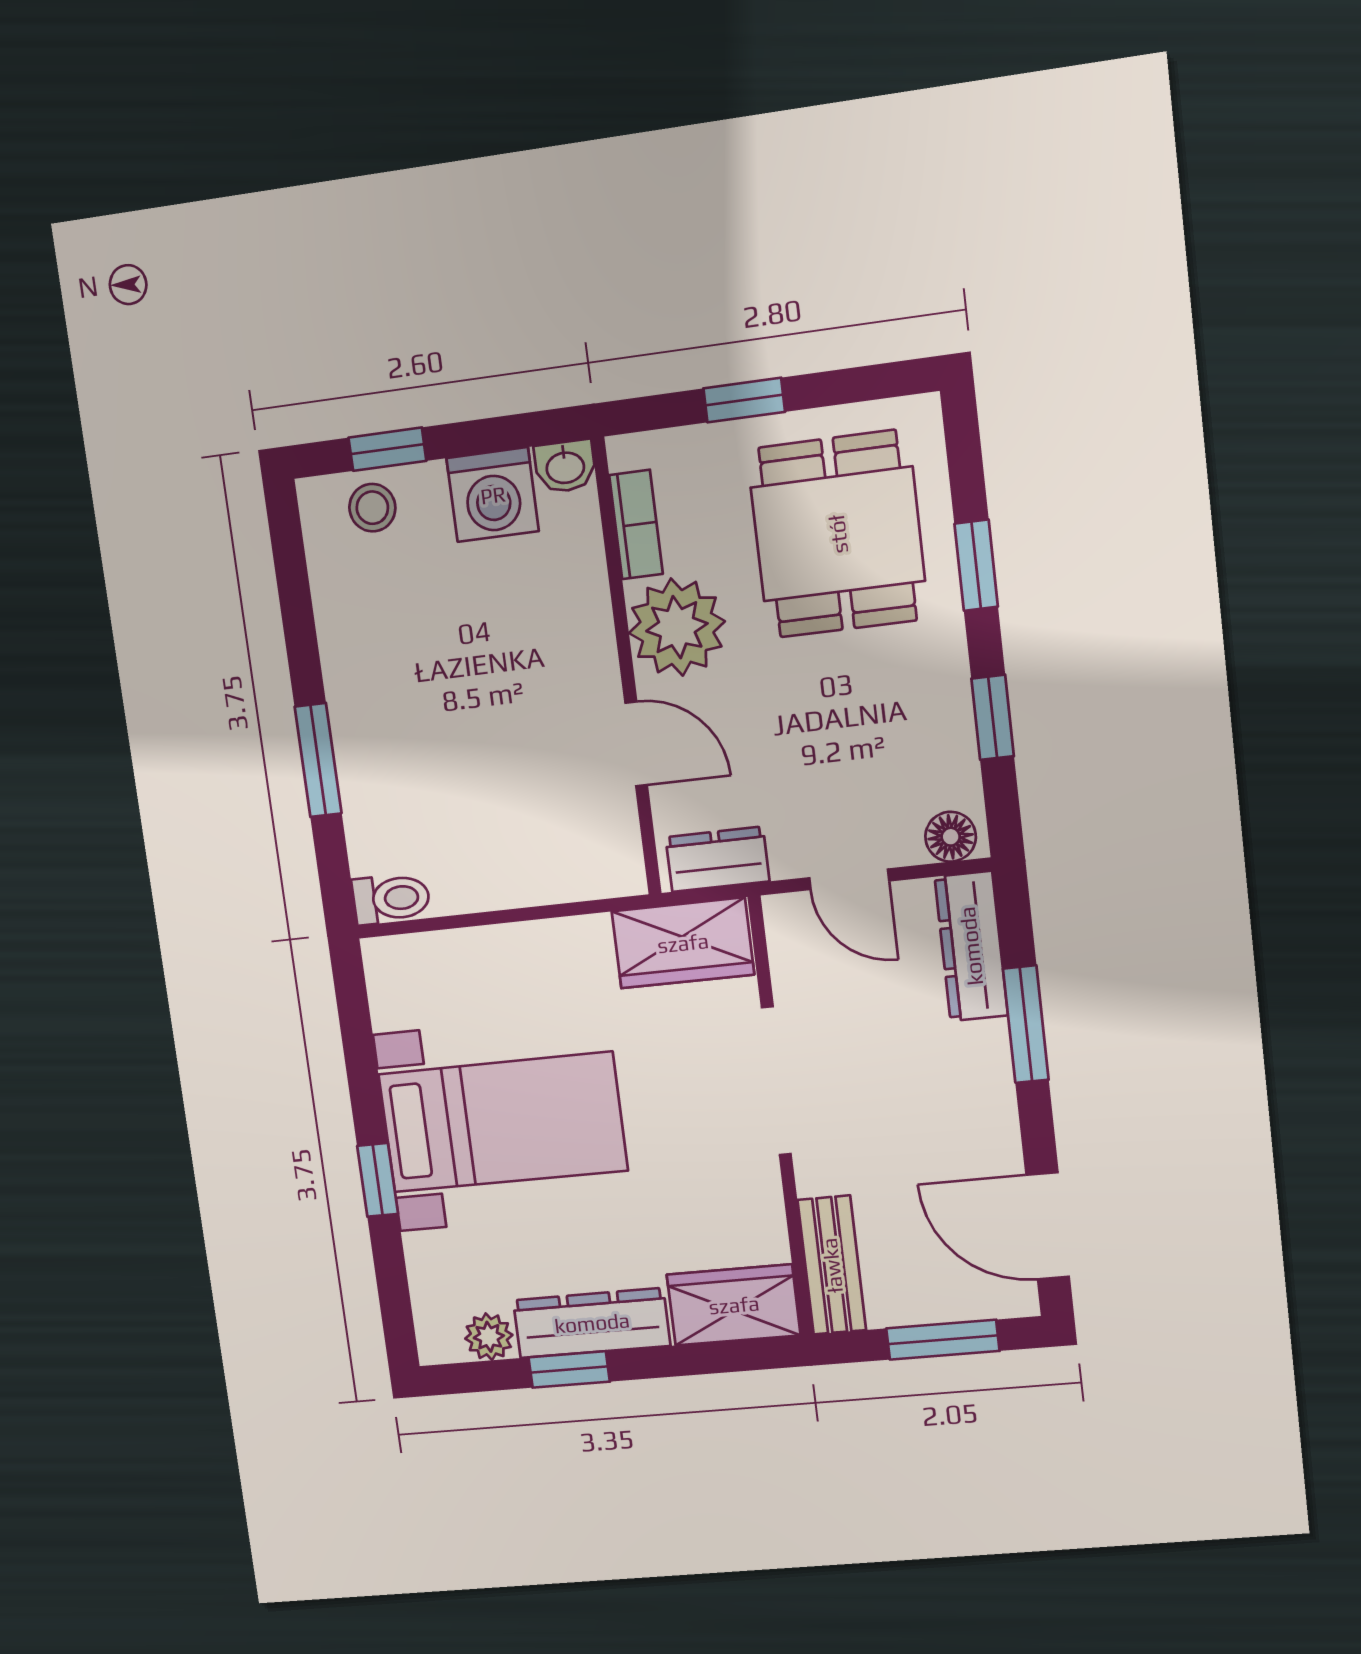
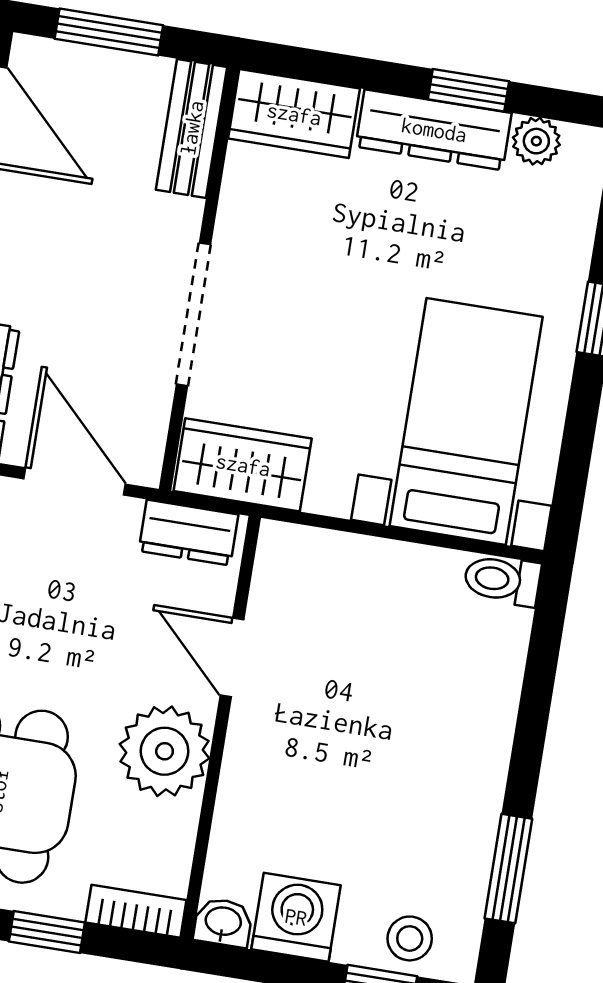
bookcase: (636, 525) -> (136, 911), moved, turned 90
window: (318, 760) -> (508, 869), moved
door: (849, 879) -> (75, 481), width x1.38
bed with nightstands: (503, 1122) -> (466, 421), moved, turned 90

